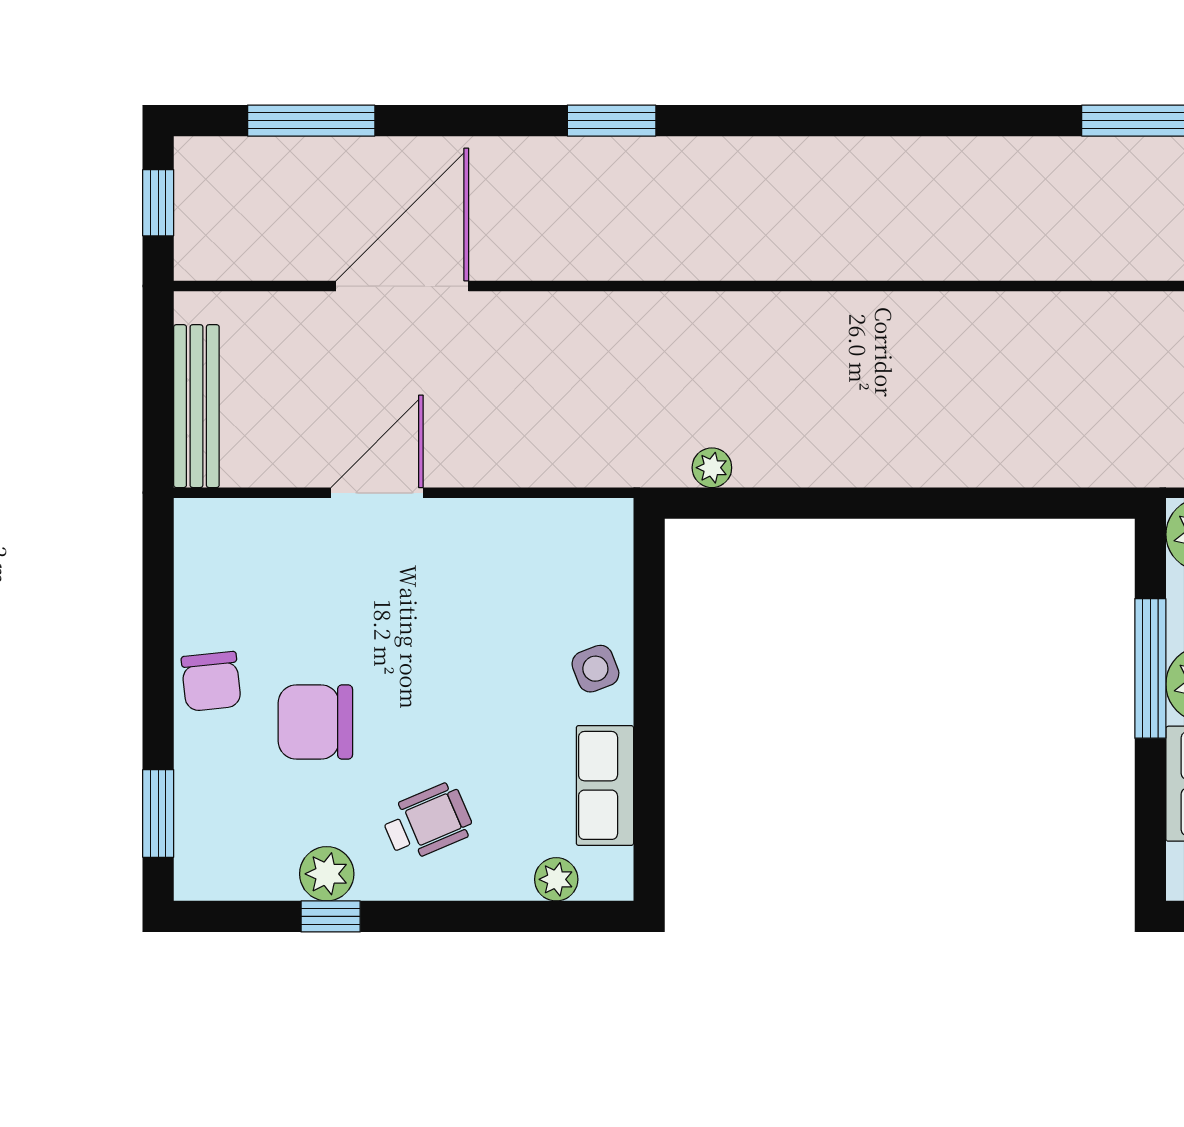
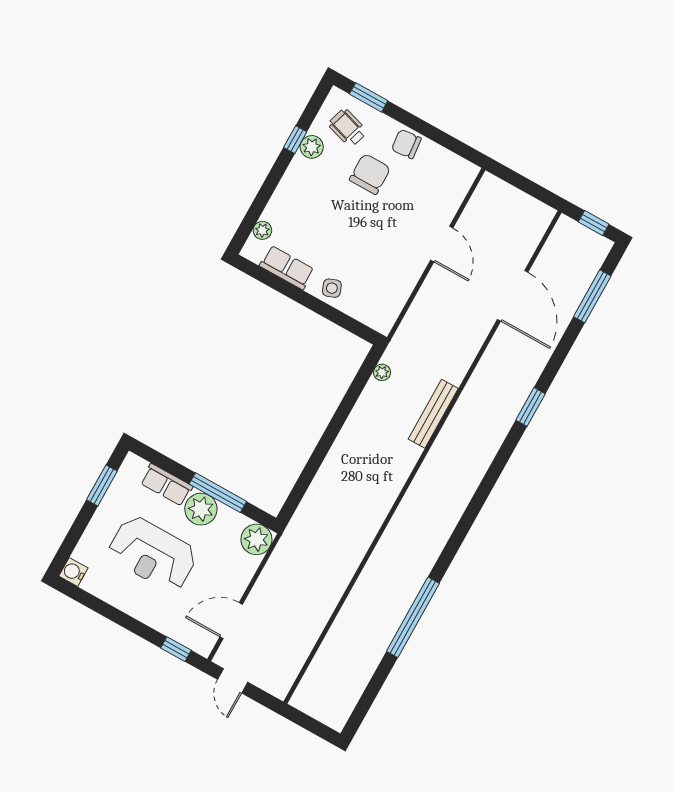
bench: (196, 406) -> (433, 414), moved, turned 90
wheelchair: (427, 822) -> (348, 128), moved, turned 130

